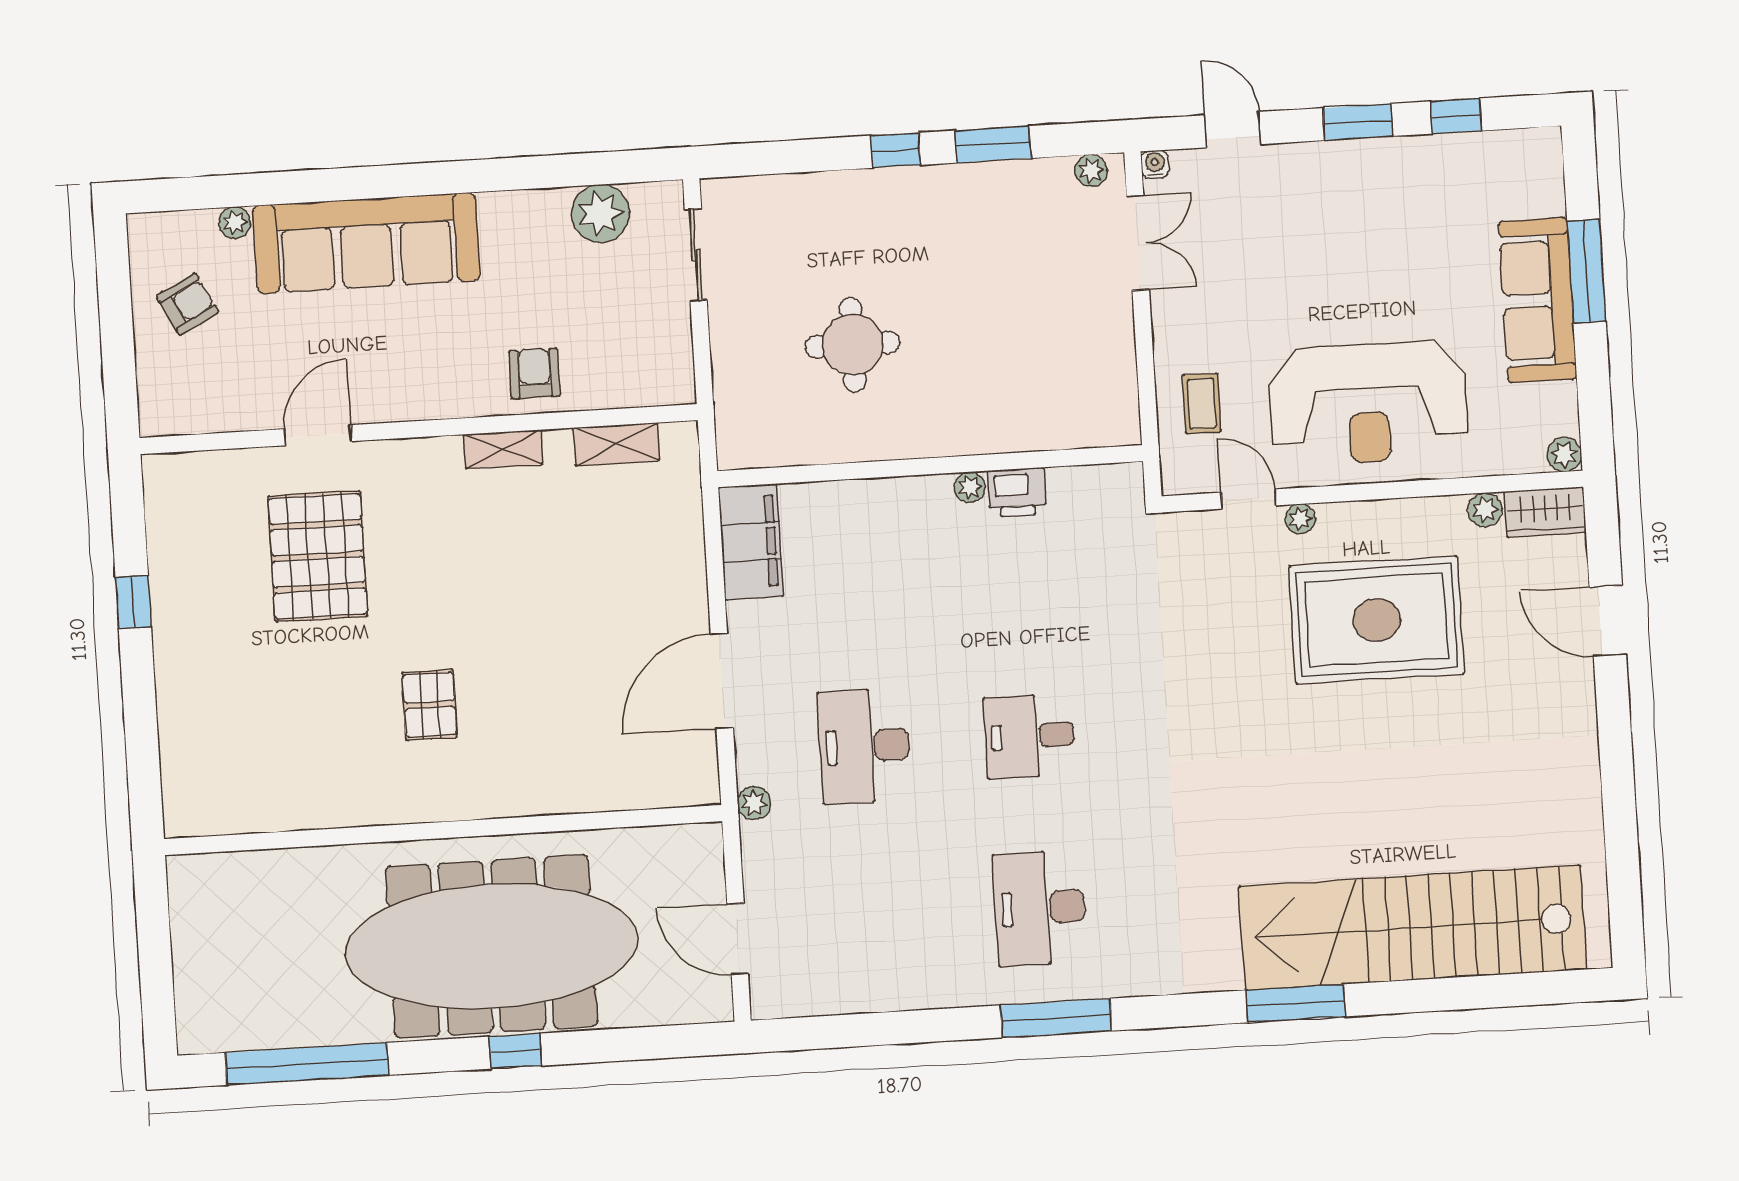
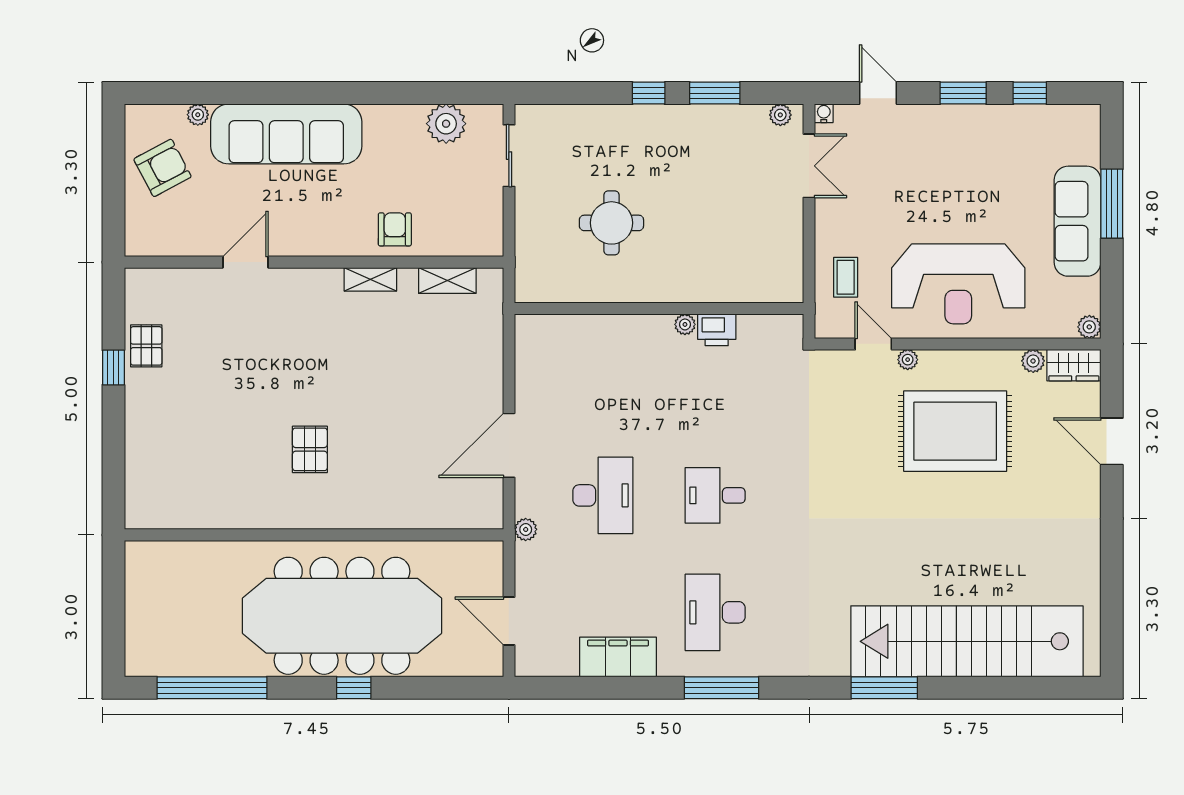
armchair: (187, 304) -> (162, 168), width x1.38, depth x1.38
filing cabinet: (751, 542) -> (618, 657), moved, turned -90
pallet: (318, 556) -> (146, 346), moved, width x0.49, depth x0.50
desk: (864, 746) -> (603, 495), turned 180

